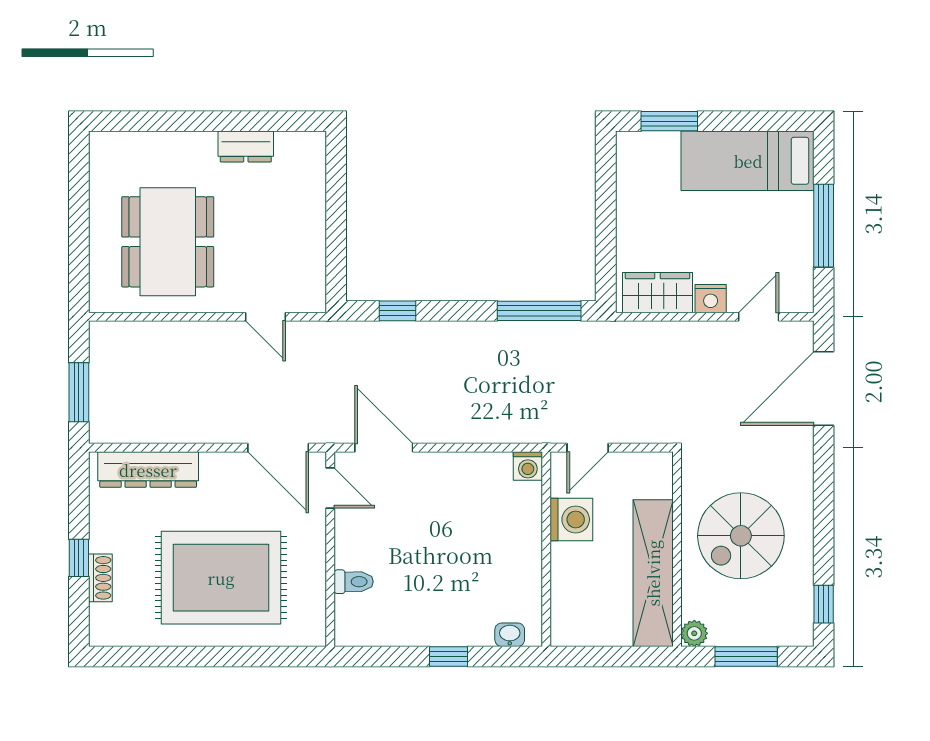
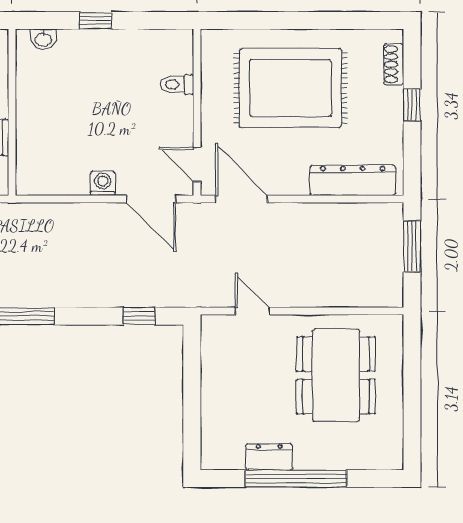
window: (214, 121) -> (296, 479), added
washing machine: (528, 466) -> (103, 183), moved
shoe rack: (100, 578) -> (394, 64), moved

